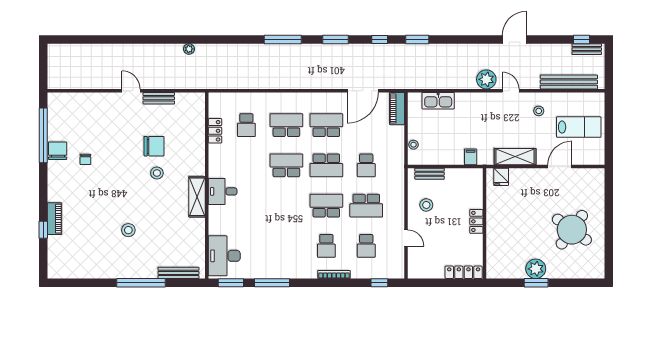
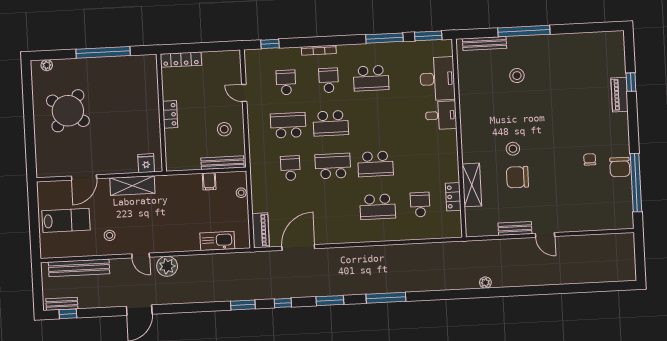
school desk: (326, 125) -> (371, 78), moved
lab bench: (579, 127) -> (66, 220), turned 180
filing cabinet: (471, 157) -> (209, 181), moved
bench: (430, 174) -> (222, 163), width x1.36
desk: (223, 191) -> (441, 115), moved
shelving: (197, 197) -> (472, 185), moved
stool: (128, 230) -> (517, 76), moved
desk: (224, 256) -> (437, 79), moved
plant: (536, 269) -> (47, 65), moved, width x0.53, depth x0.53
window: (536, 283) -> (103, 52), width x2.11

